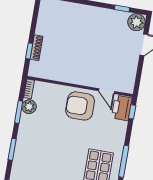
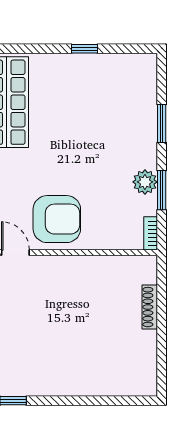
window: (29, 51) -> (162, 299), removed
plant: (29, 107) -> (145, 182), moved

